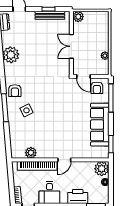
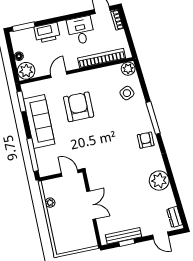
plant: (78, 17) -> (90, 241), removed
armchair: (97, 88) -> (79, 107), moved, width x1.88, depth x1.88
side table: (26, 110) -> (127, 93), moved
plant: (31, 153) -> (128, 69), moved
door: (64, 160) -> (59, 75), moved

